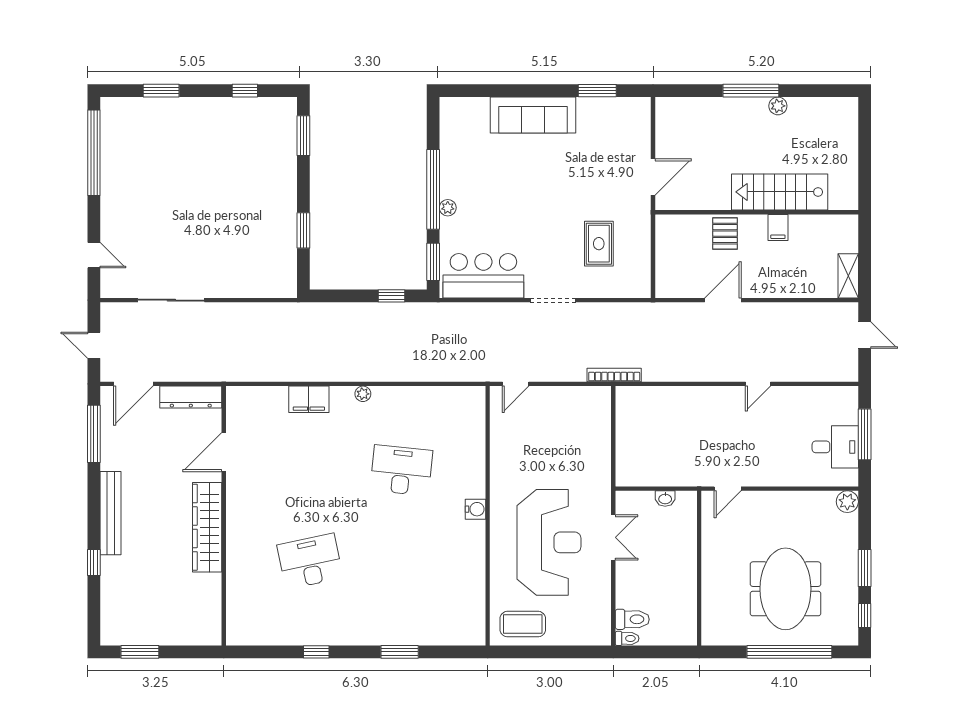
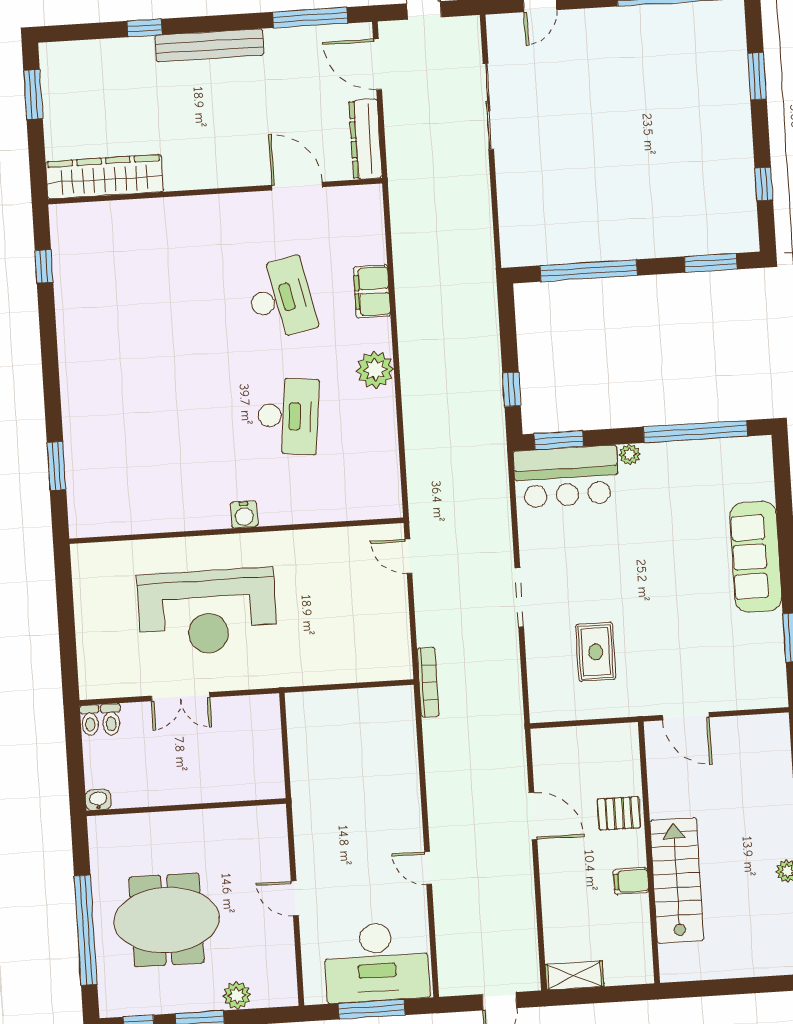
window: (433, 189) -> (695, 432), moved
window: (303, 230) -> (589, 271), width x2.11
rug: (599, 244) -> (596, 652), turned 90
bar counter: (483, 276) -> (566, 477), moved, turned 90
plant: (363, 394) -> (375, 370), width x1.88, depth x1.88
desk: (835, 447) -> (377, 962), width x1.87, depth x1.30
door: (728, 489) -> (295, 898), moved
washbasin: (665, 499) -> (98, 800), moved, turned 90
plant: (847, 502) -> (237, 995), moved
wardrobe: (207, 527) -> (104, 177), moved
double door: (613, 537) -> (181, 697), moved
desk: (310, 561) -> (281, 299), moved
toilet: (632, 619) -> (111, 719), width x0.73, depth x0.72
coffee table: (523, 624) -> (100, 585), removed
window: (316, 652) -> (44, 266), moved
window: (400, 652) -> (56, 466), moved

